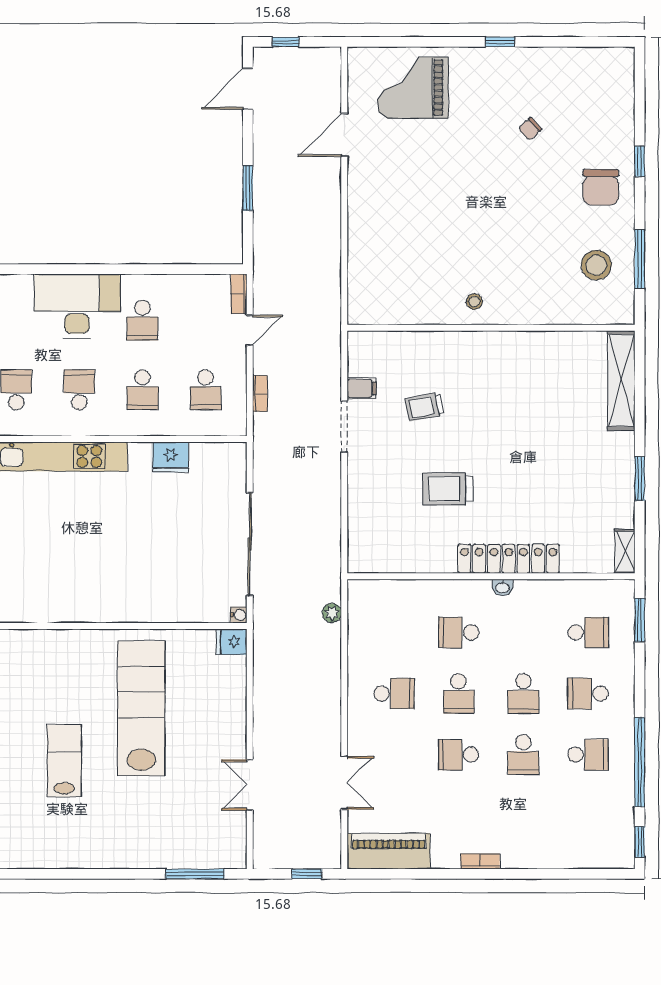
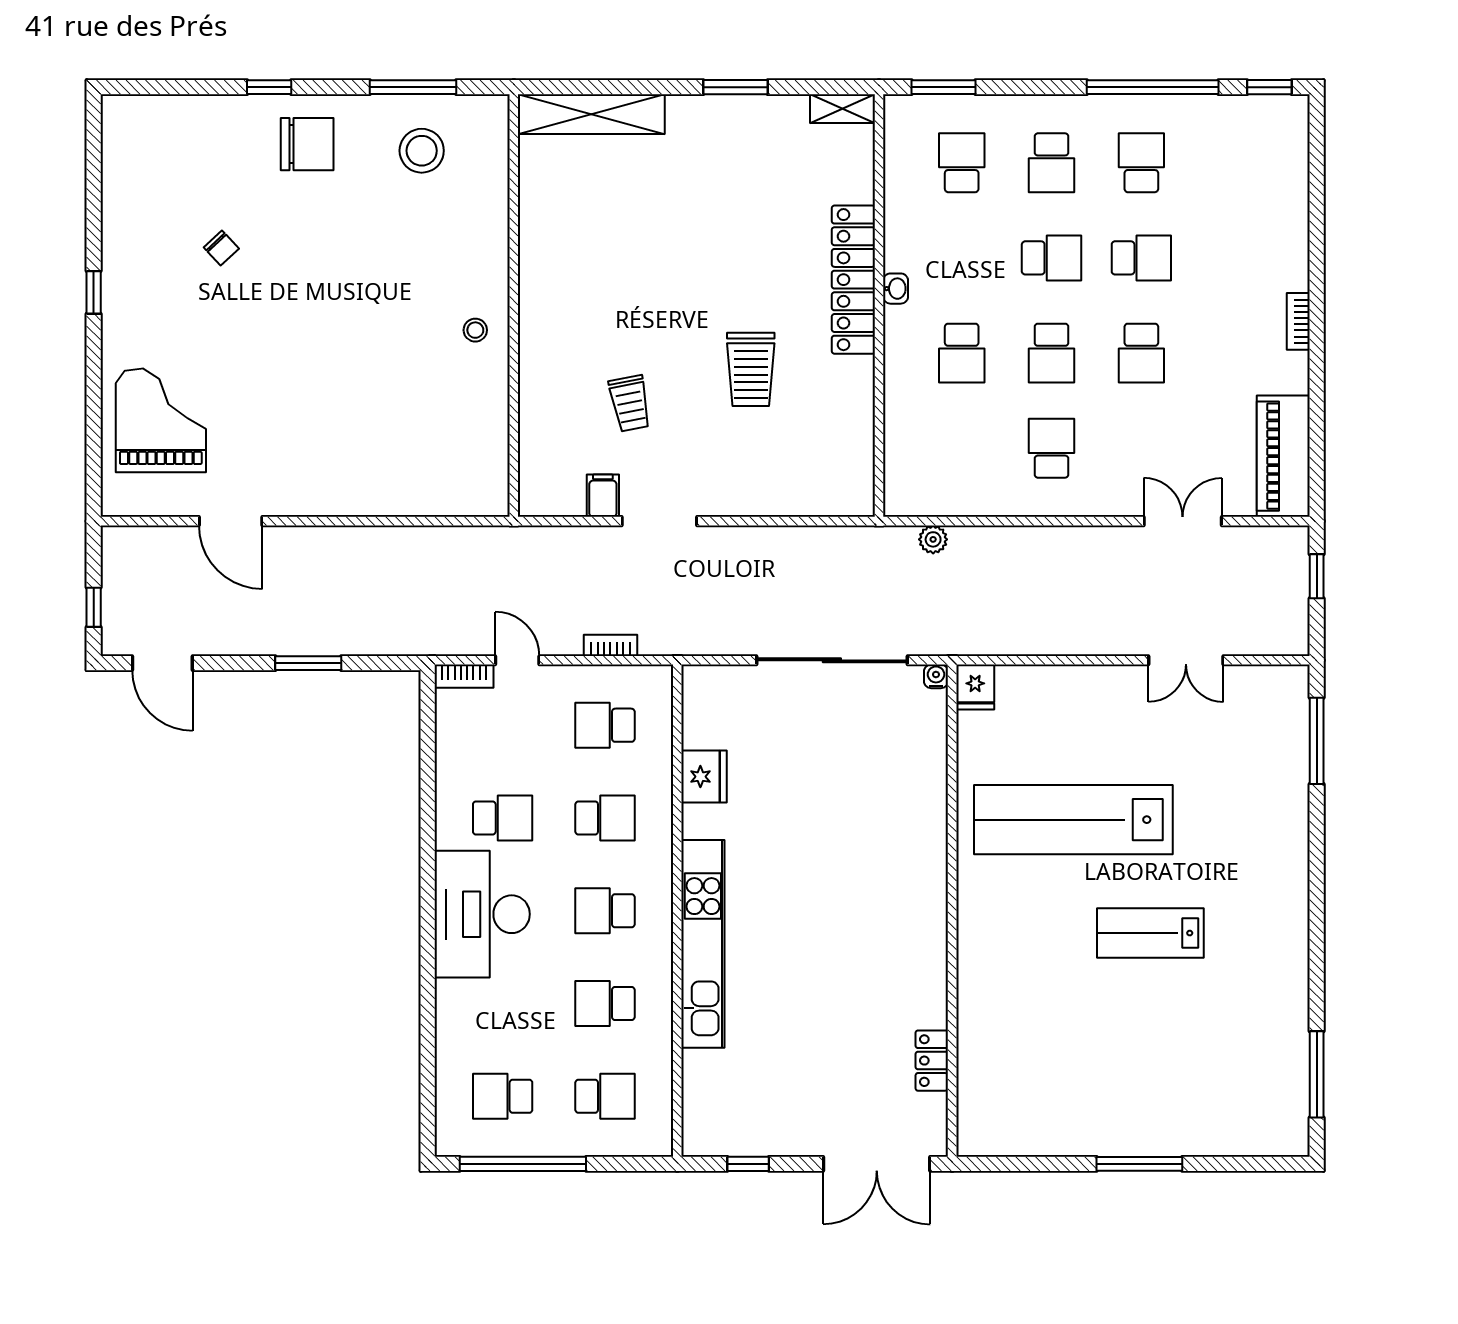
grand piano: (413, 88) -> (161, 420), turned 180
school desk: (206, 390) -> (605, 725), turned 180
school desk: (459, 694) -> (1052, 353), turned 90

